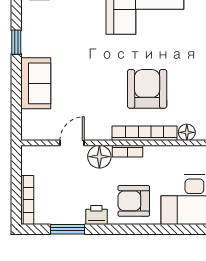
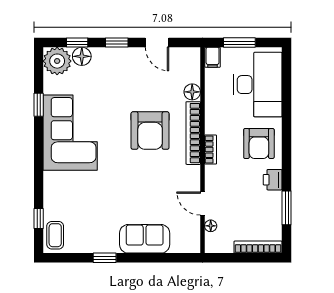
armchair: (147, 89) -> (150, 131), turned -90
floor lamp: (99, 157) -> (211, 226), moved, width x0.53, depth x0.53

